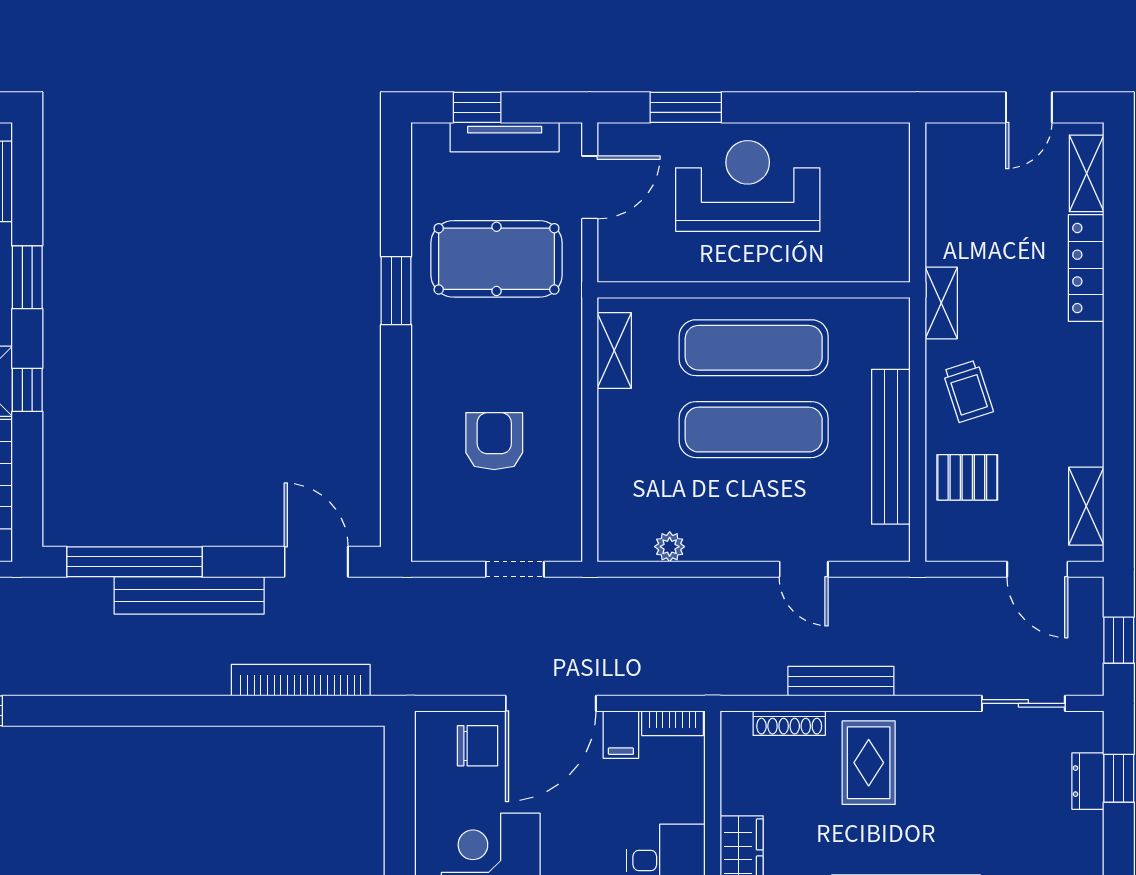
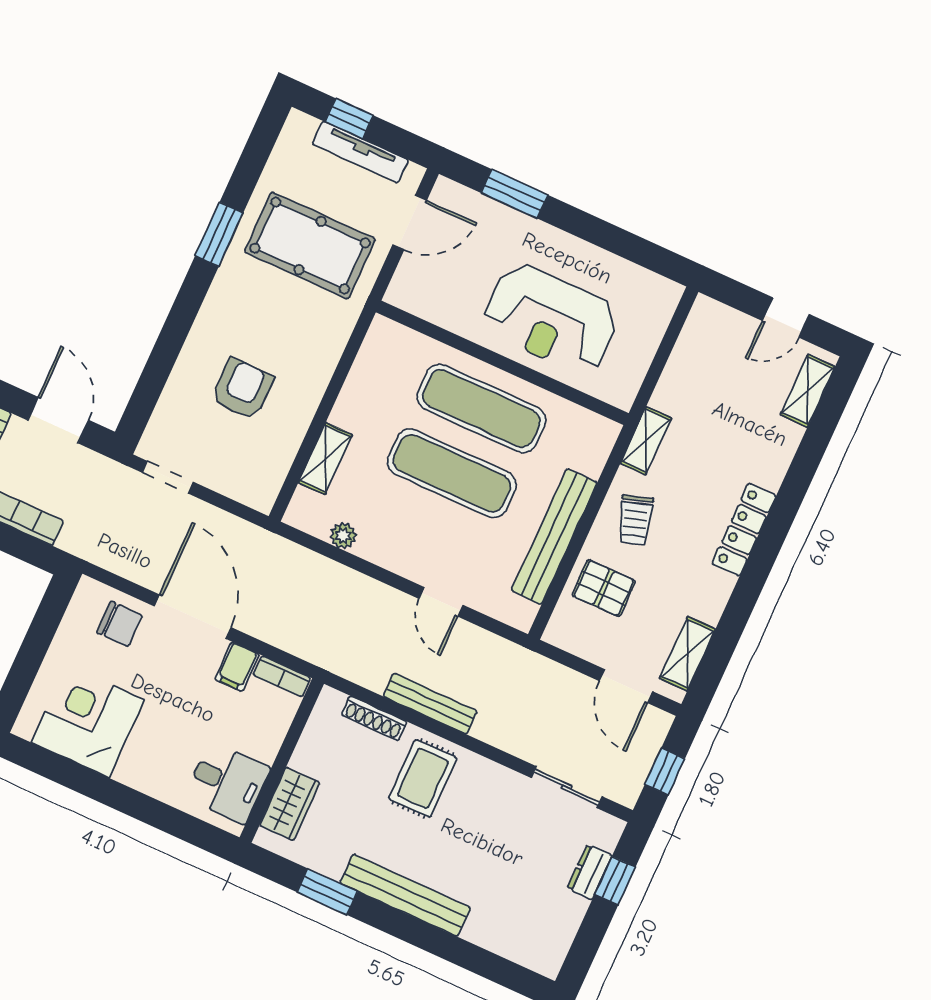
reception desk: (748, 186) -> (551, 319), moved, turned 180
locker: (1086, 268) -> (744, 530), moved
shelving: (614, 351) -> (325, 459), moved
doorway: (515, 569) -> (168, 477), moved
door: (551, 703) -> (193, 617), swing flipped

